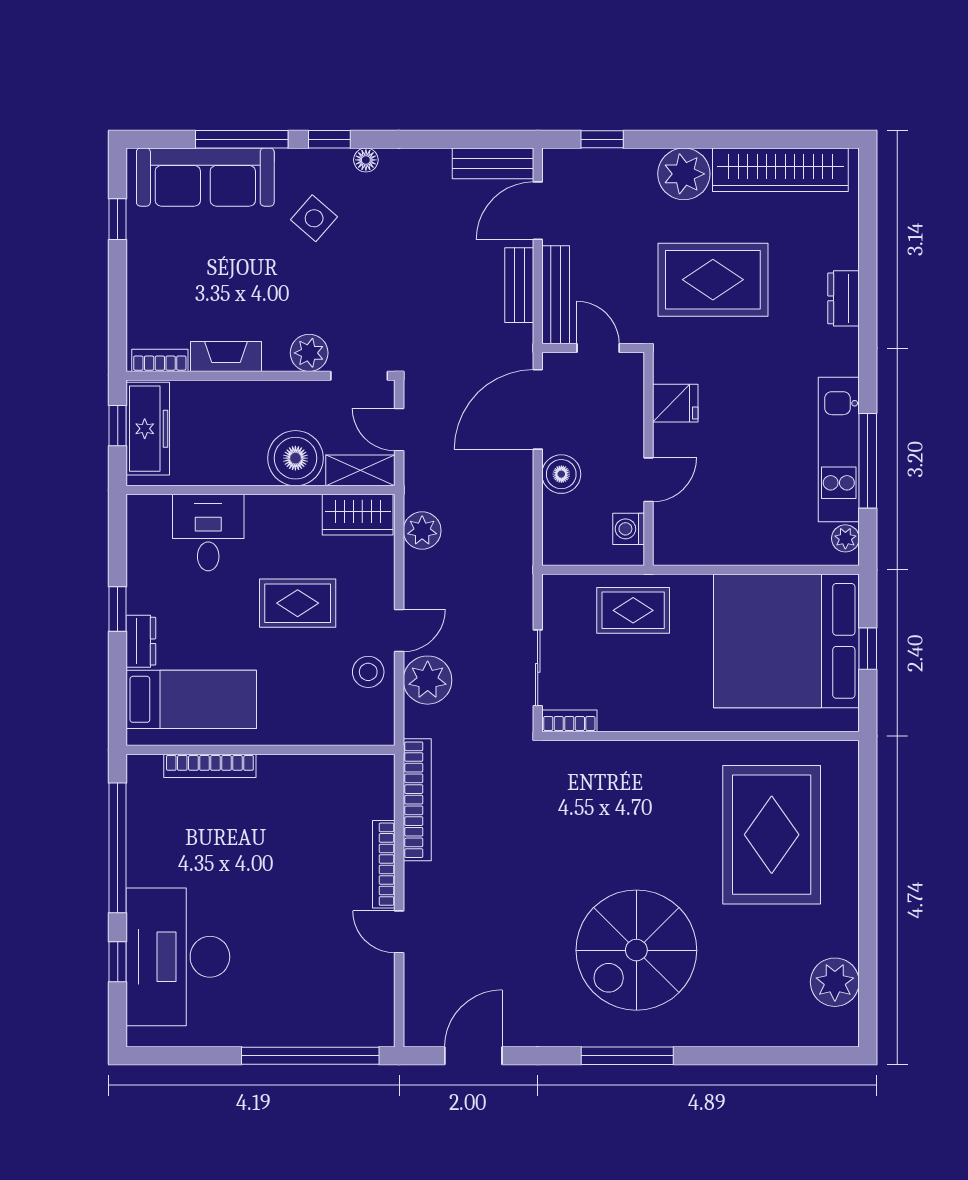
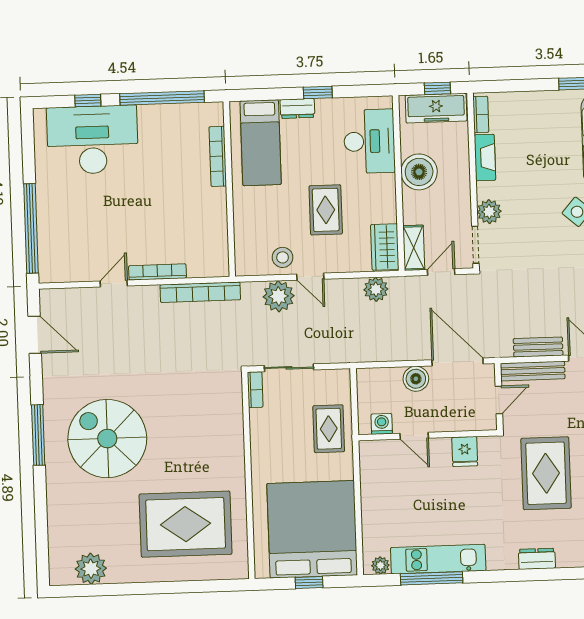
boiler: (295, 458) -> (419, 172), moved
desk: (208, 533) -> (369, 141), width x1.37

